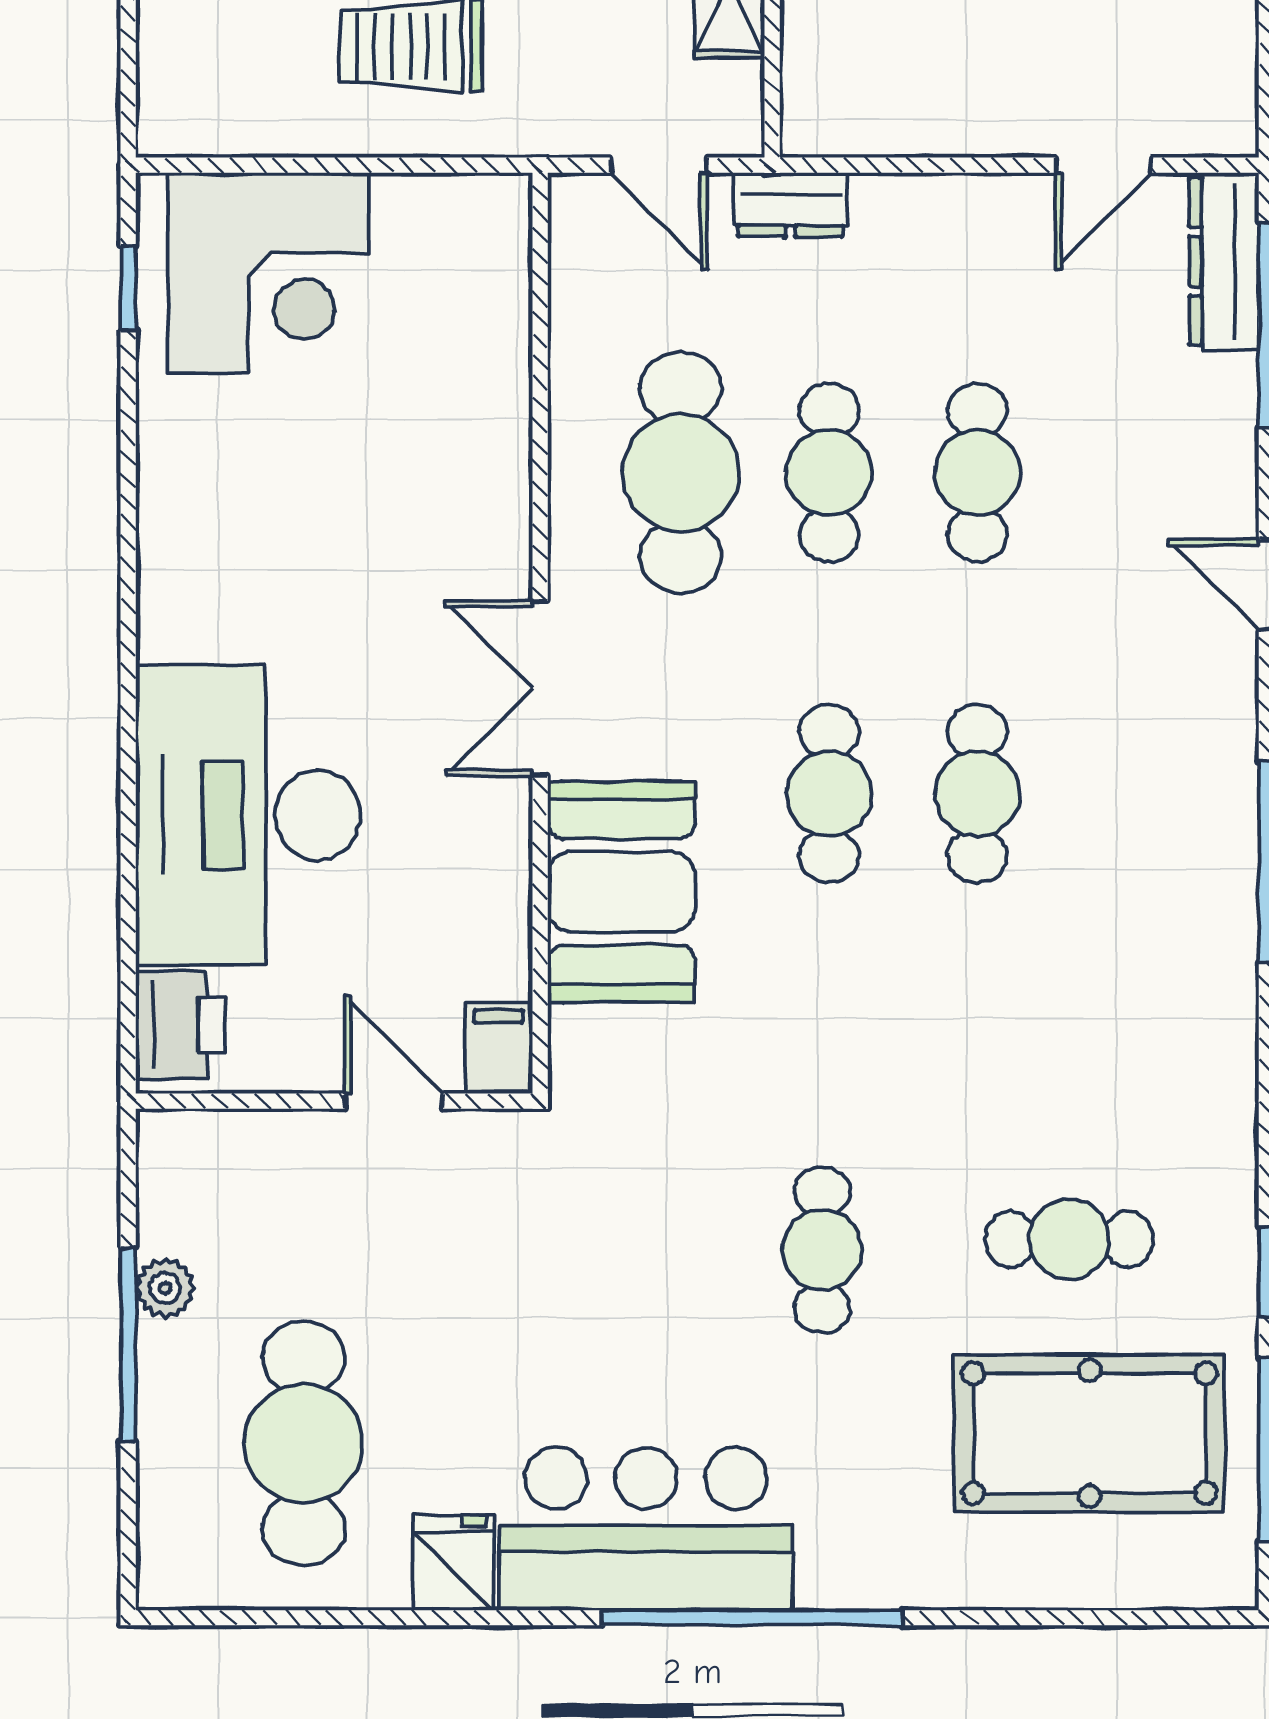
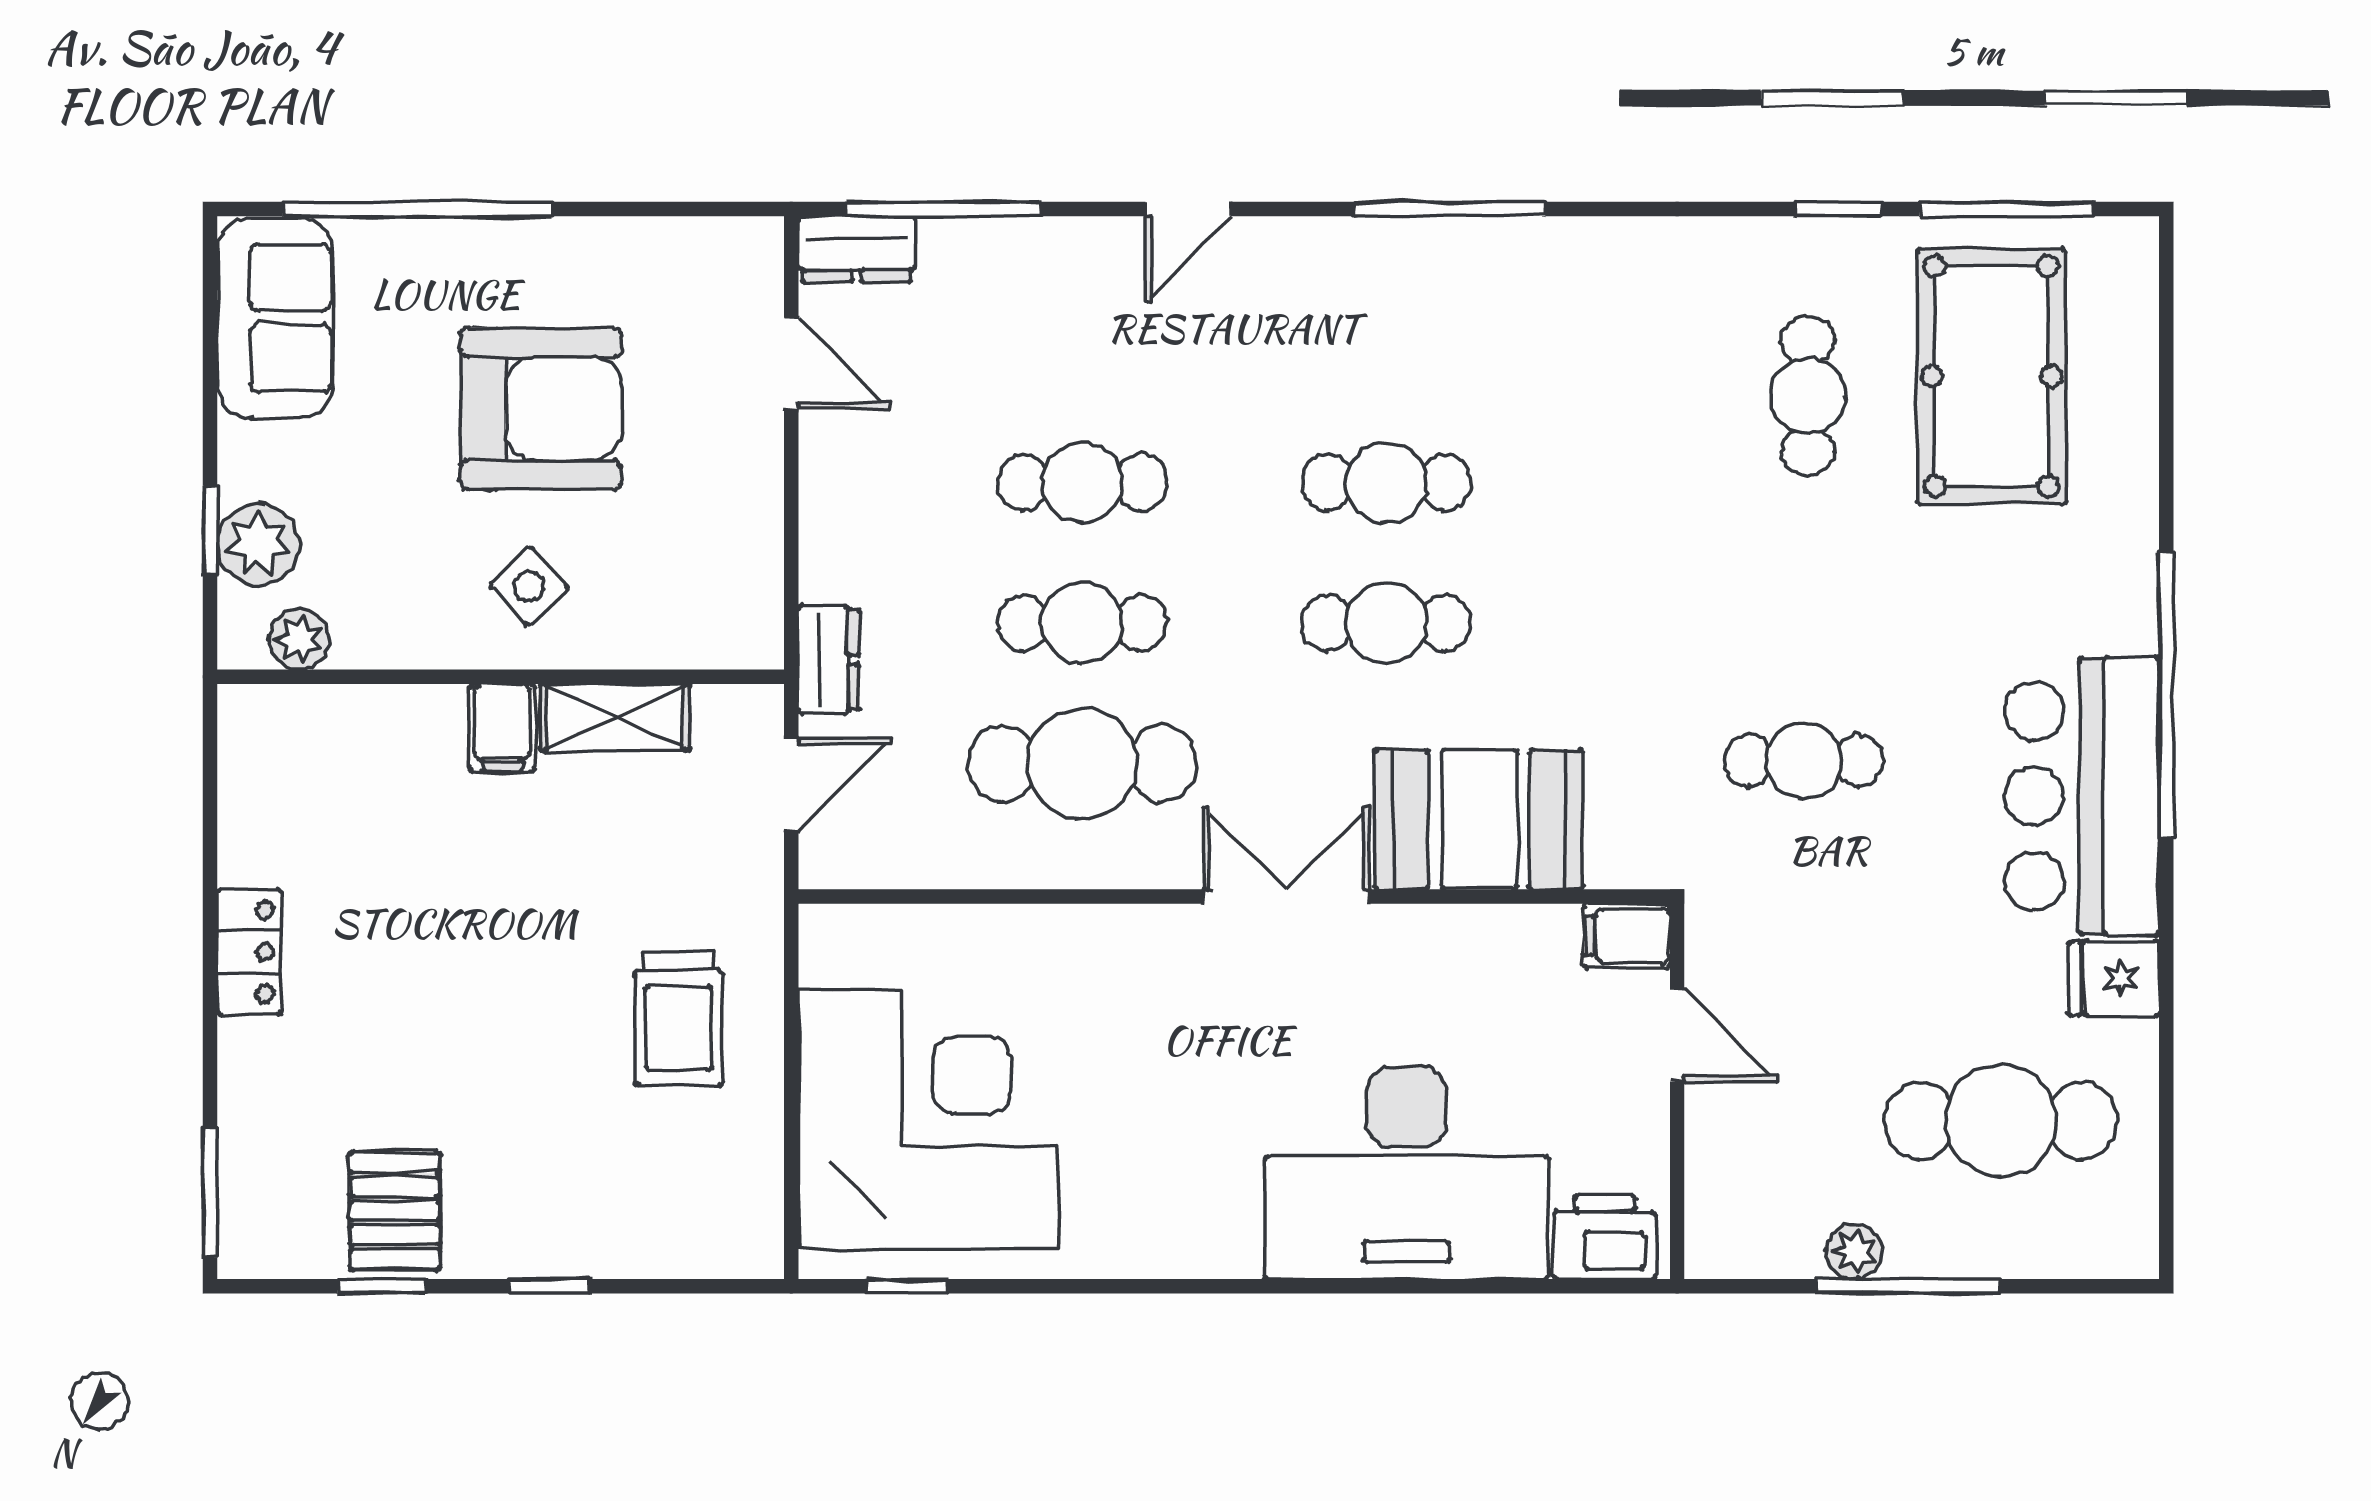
dresser: (1224, 261) -> (857, 249), width x0.70
corner desk: (268, 273) -> (928, 1120), width x1.36, depth x1.36
double door: (540, 689) -> (1287, 896), swing flipped
door: (394, 1101) -> (1677, 1035), swing flipped
cafe table: (822, 1250) -> (1804, 761), moved

